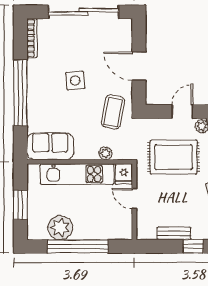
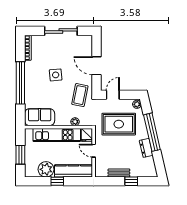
sliding door: (83, 12) -> (61, 31), width x0.73
door: (182, 112) -> (113, 95), moved
kitchen counter: (103, 230) -> (73, 171), added
window: (78, 246) -> (57, 181), width x0.32

